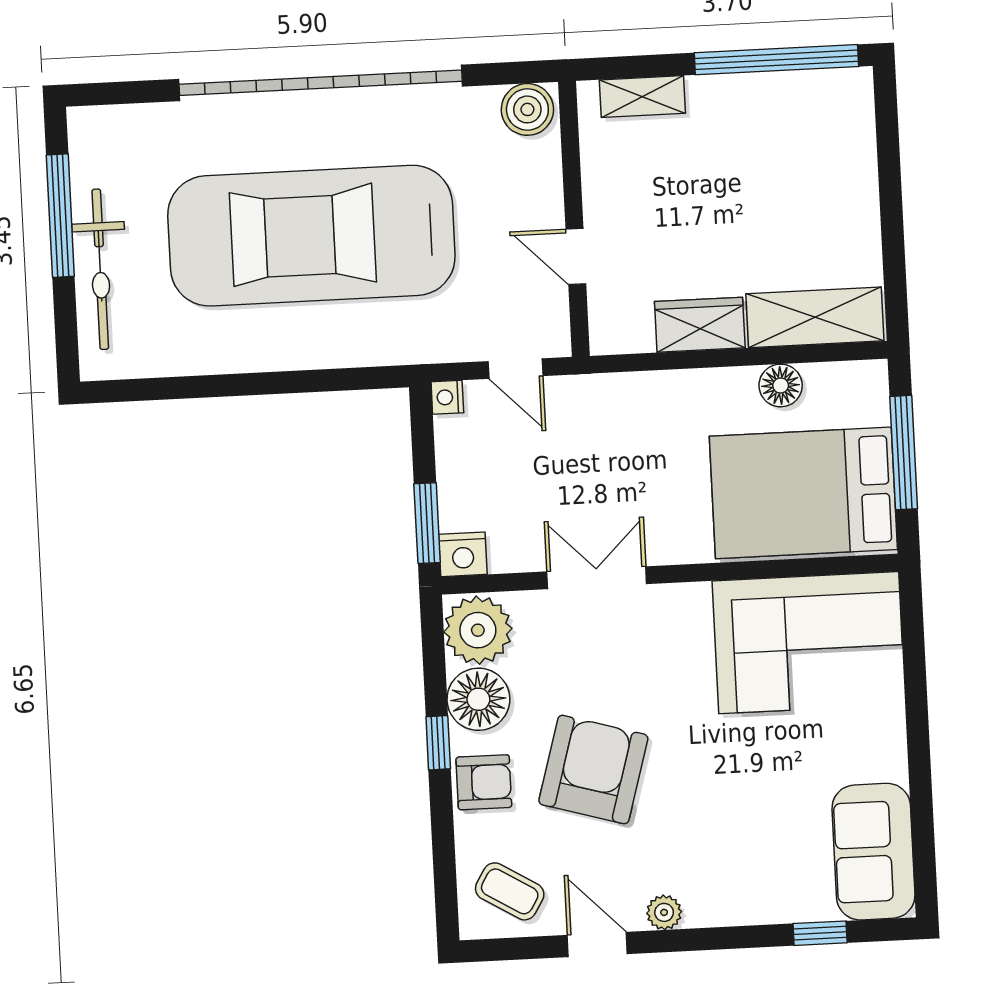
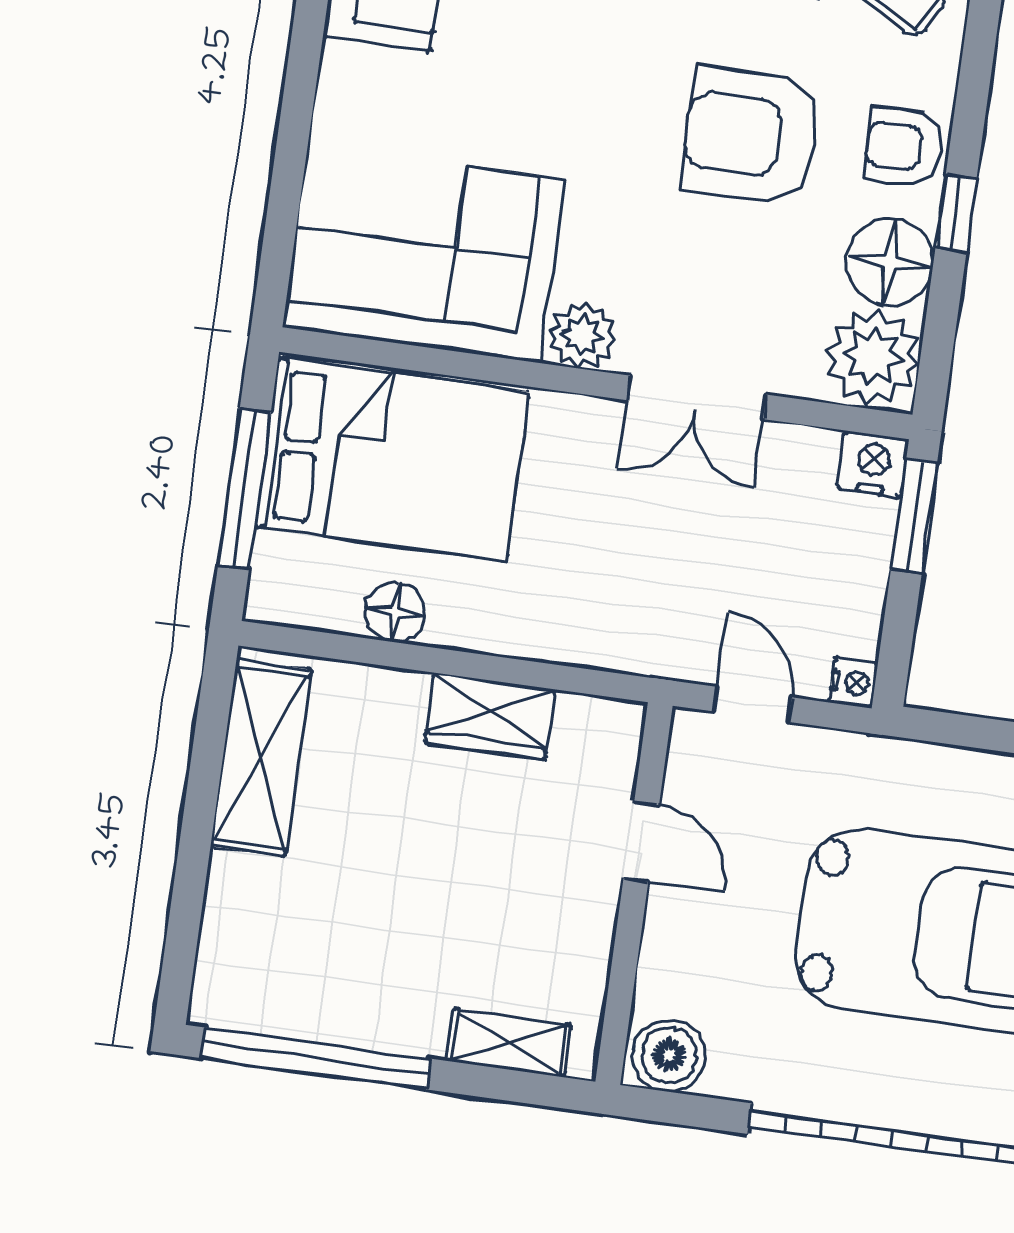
shelving: (815, 317) -> (261, 758), moved, turned 90
plant: (686, 606) -> (582, 335), added
armchair: (593, 770) -> (751, 136), turned 74

